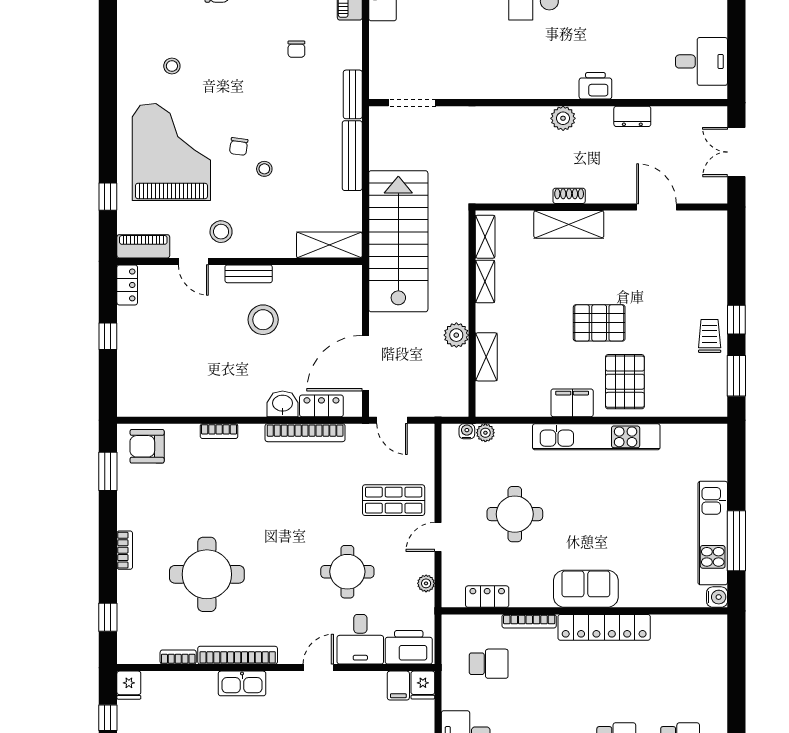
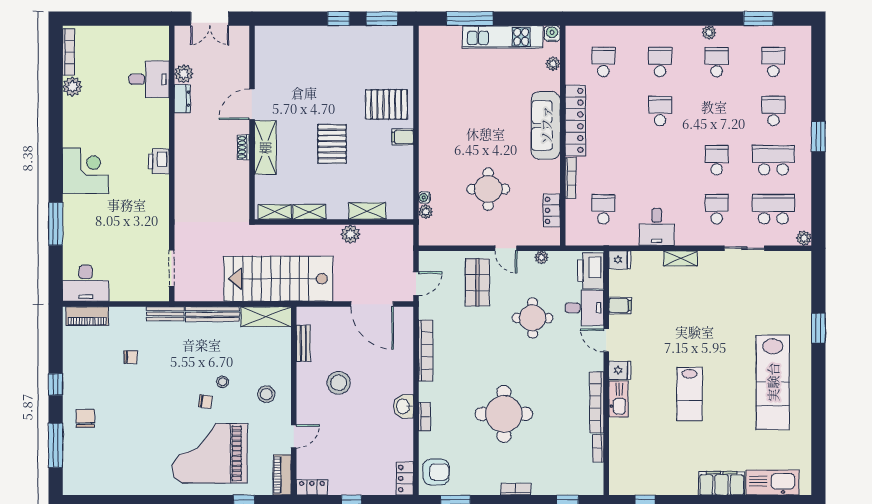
desk: (701, 61) -> (149, 79), moved, turned 90
stool: (172, 66) -> (143, 453), removed
printer: (595, 86) -> (159, 161), moved
plant: (563, 118) -> (184, 74), moved
door: (657, 207) -> (252, 104), moved
stool: (221, 232) -> (266, 394), moved
shelving: (329, 245) -> (266, 317), moved, turned 90
bench: (249, 274) -> (303, 343), moved
pallet: (599, 323) -> (332, 144), moved
trolley: (710, 336) -> (351, 39), removed
filing cabinet: (572, 403) -> (403, 137), width x0.50
washbasin: (283, 404) -> (403, 406), moved
locker: (321, 406) -> (405, 478), moved
water cooler: (467, 431) -> (425, 197), moved
kitchen unit: (596, 437) -> (429, 126), removed
armchair: (147, 446) -> (436, 472), turned -90
window: (736, 541) -> (470, 19), moved
round table: (207, 574) -> (504, 414), moved
sofa: (586, 589) -> (546, 125), width x1.36
plant: (678, 598) -> (553, 64), added
school desk: (680, 664) -> (603, 62), added
fridge: (129, 685) -> (620, 370), moved
filing cabinet: (398, 686) -> (620, 305), moved

